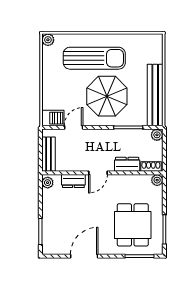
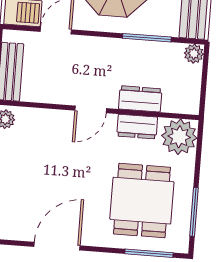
shoe rack: (151, 166) -> (180, 105), removed
plant: (157, 180) -> (179, 137), width x1.87, depth x1.87
dresser: (73, 181) -> (137, 127), moved

